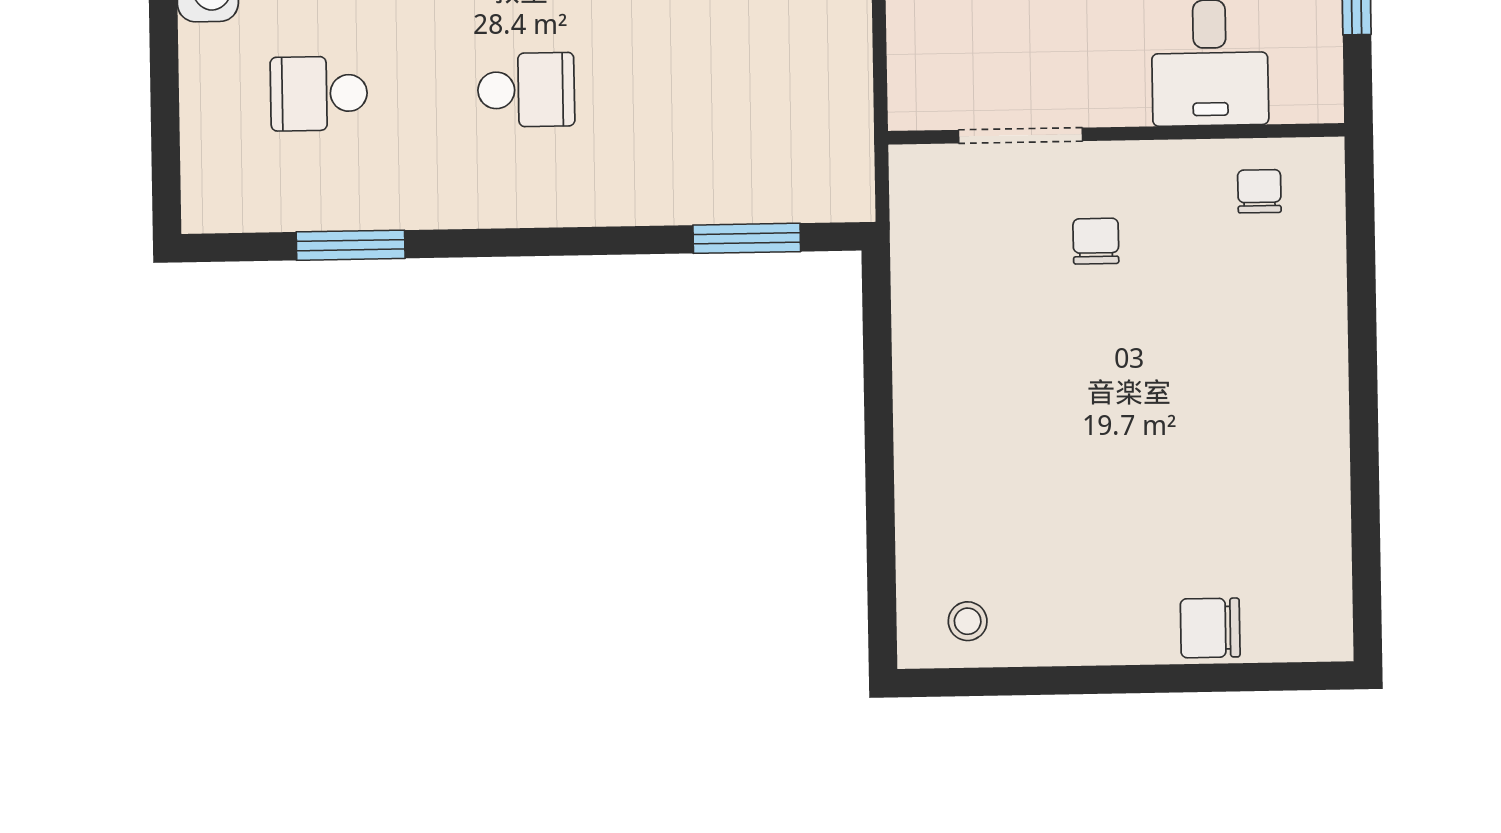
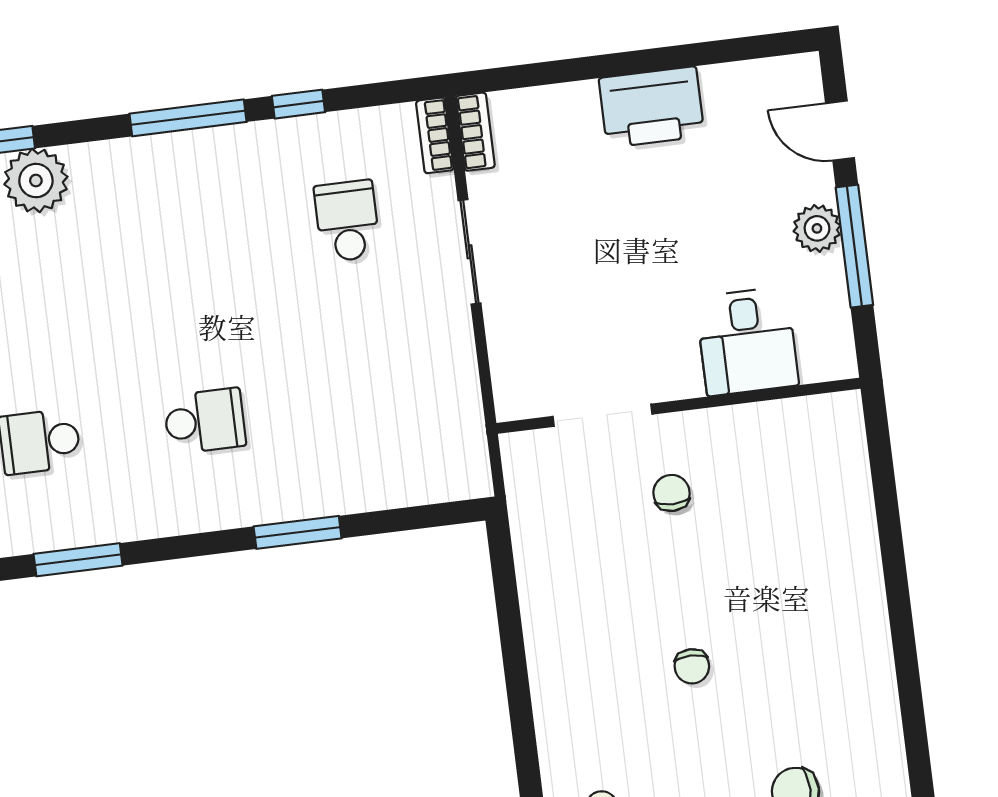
chair: (1259, 191) -> (692, 666), moved, turned 180
window: (747, 238) -> (298, 532), moved

